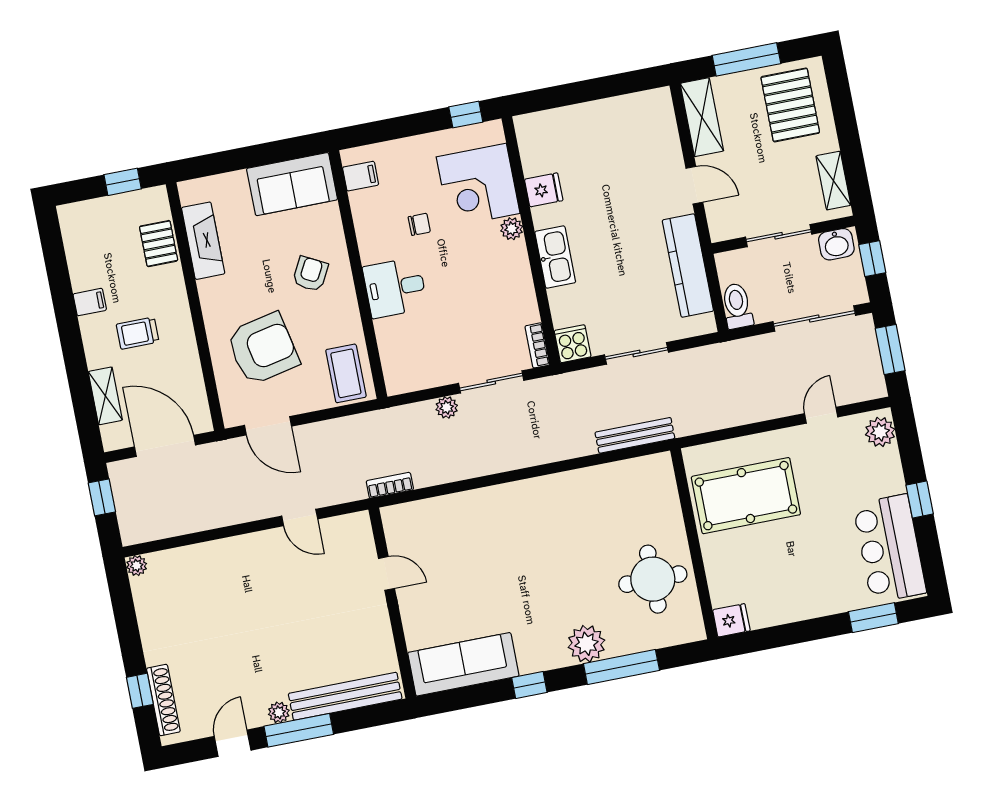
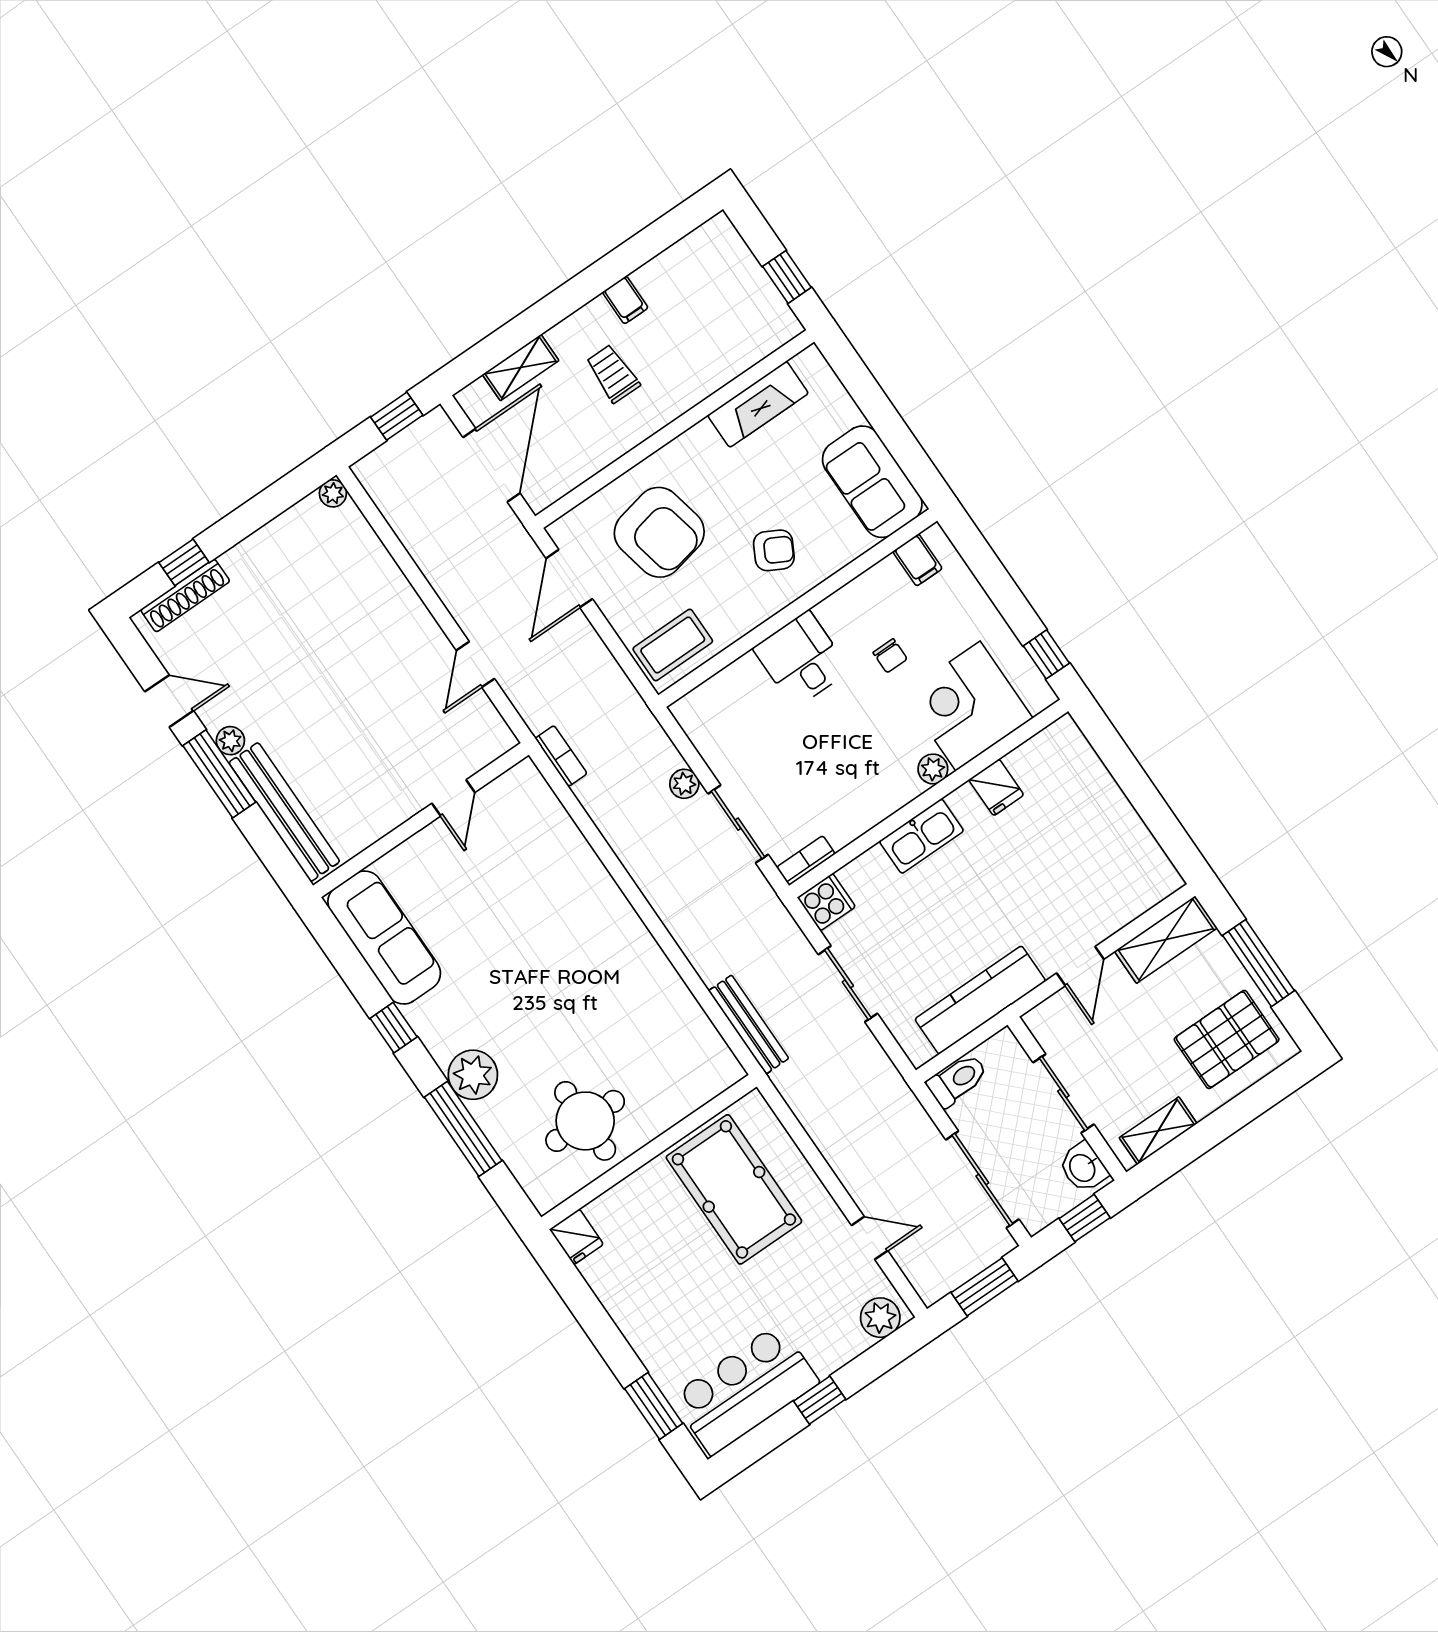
pallet: (159, 244) -> (731, 352), removed

